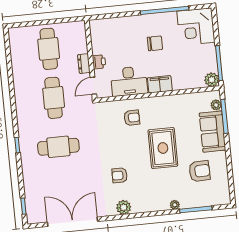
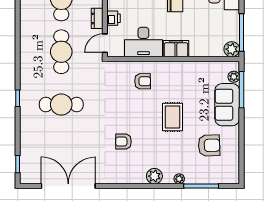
rug: (163, 148) -> (173, 117), width x0.73, depth x0.70
plant: (124, 207) -> (154, 176), moved

